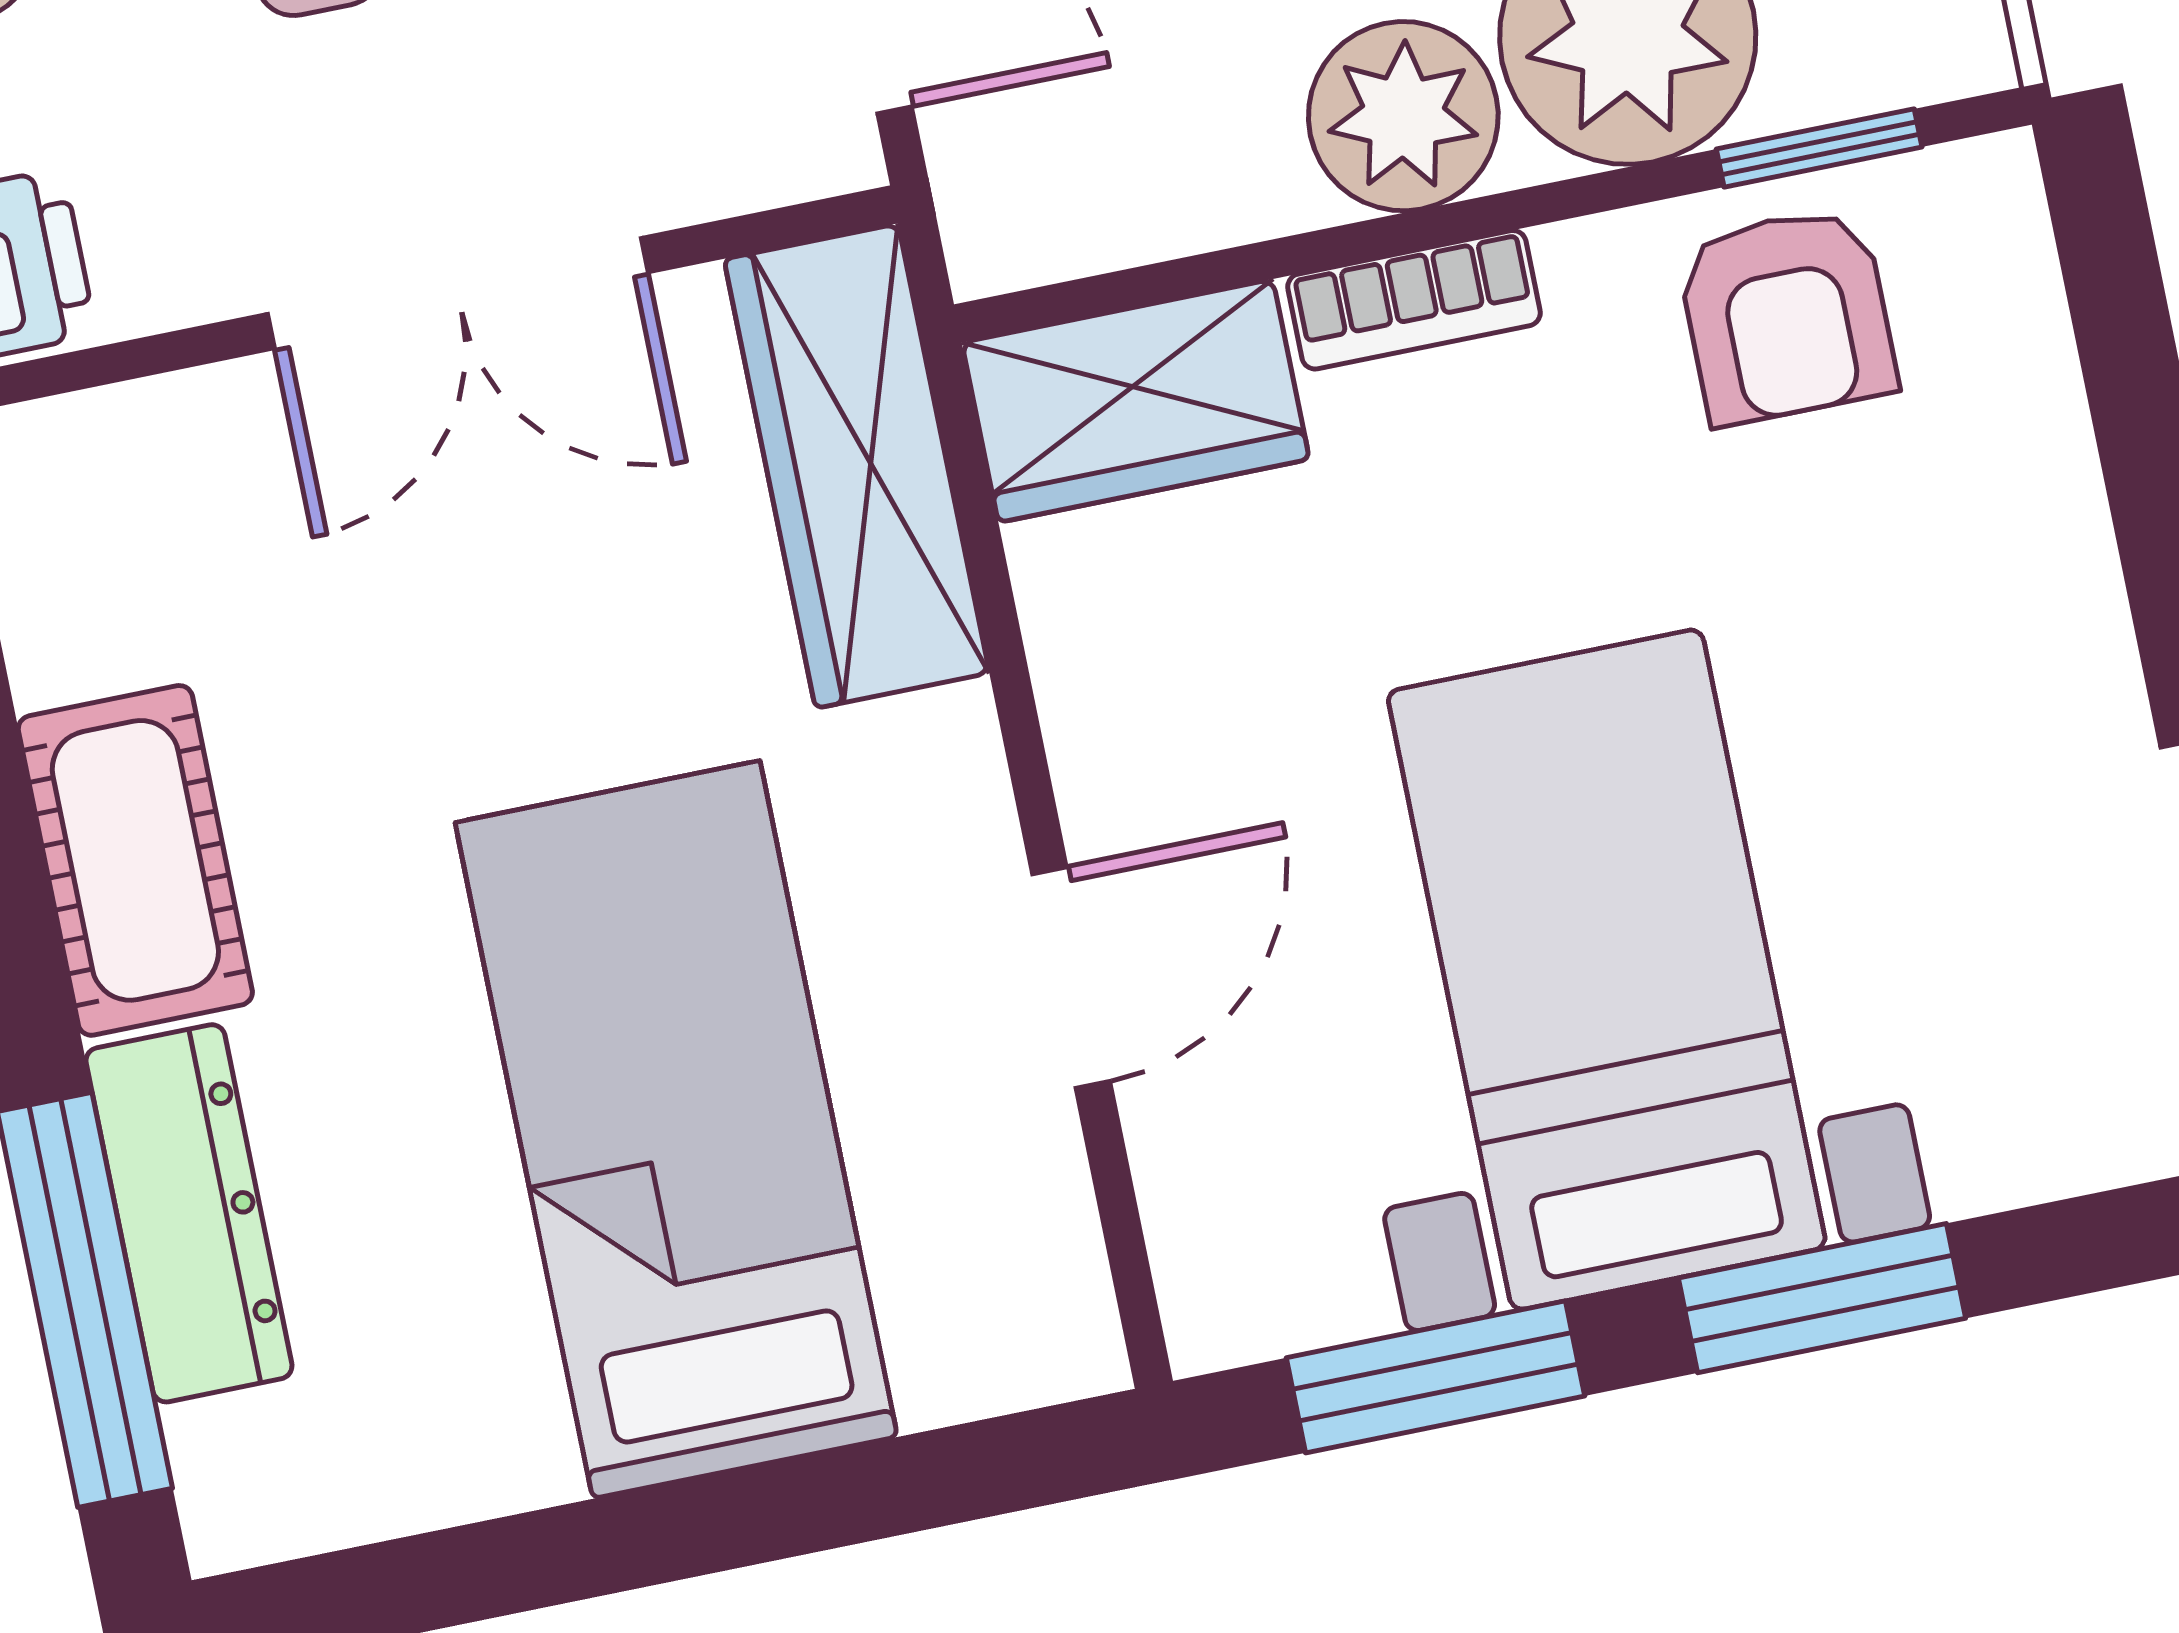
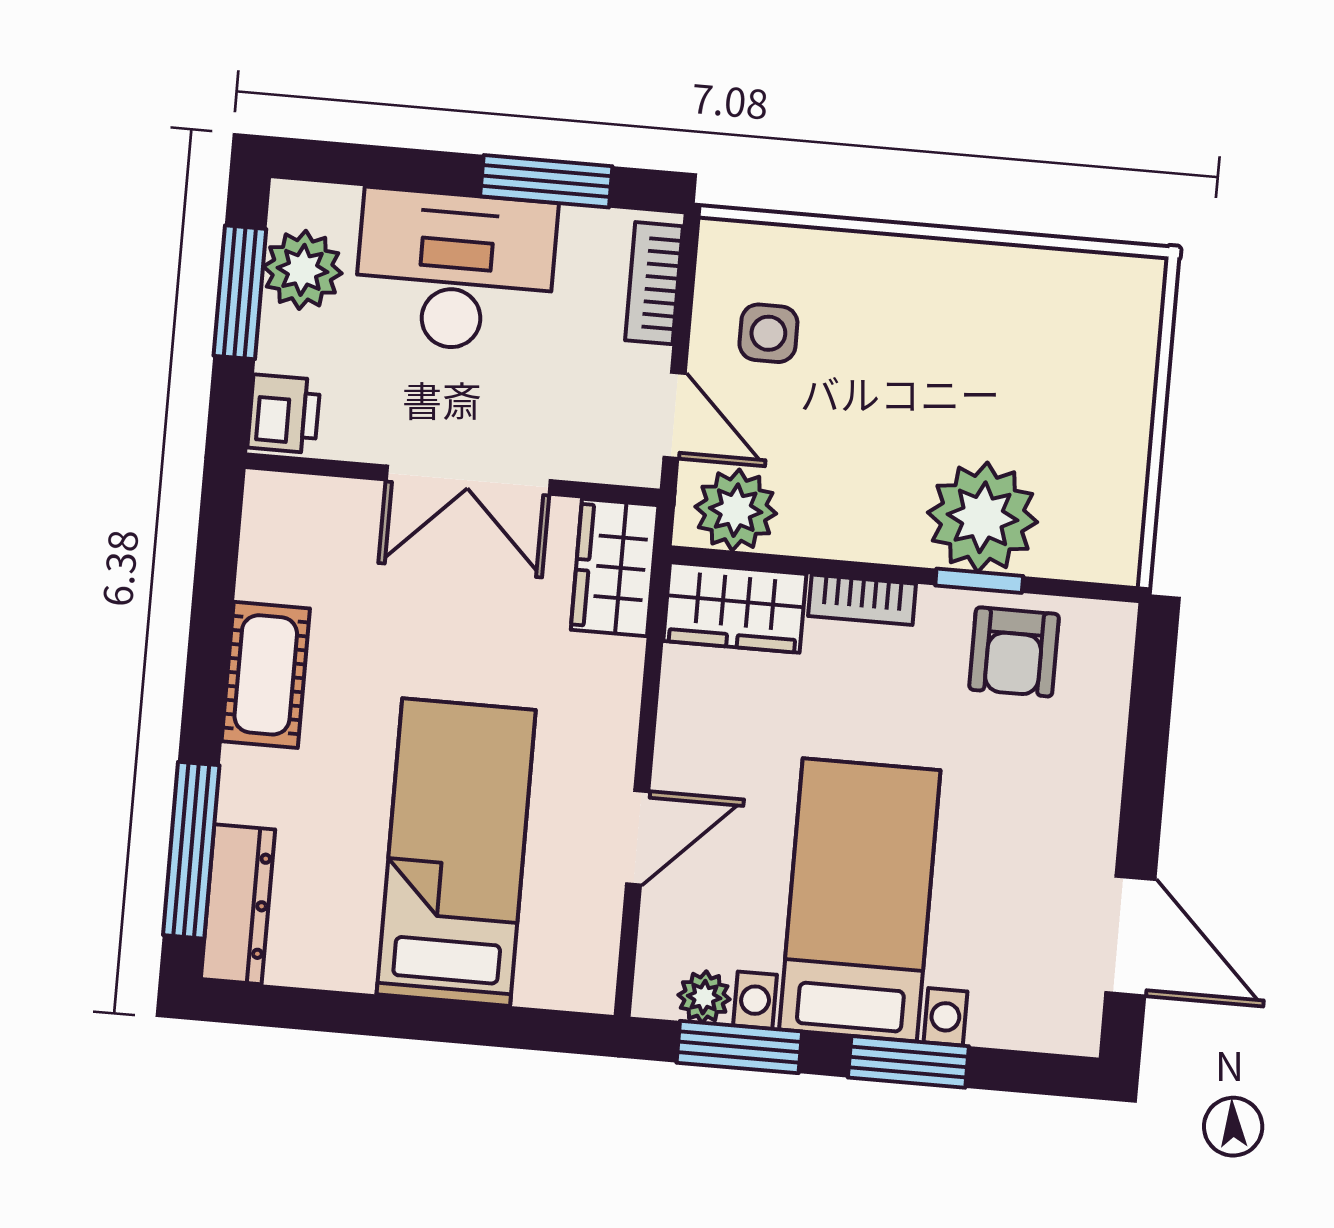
plant: (1403, 116) -> (736, 510), moved
window: (1819, 148) -> (979, 581), moved
wardrobe: (857, 466) -> (615, 567), width x0.67
dresser: (189, 1213) -> (238, 904), moved
plant: (1324, 1289) -> (704, 997), added

